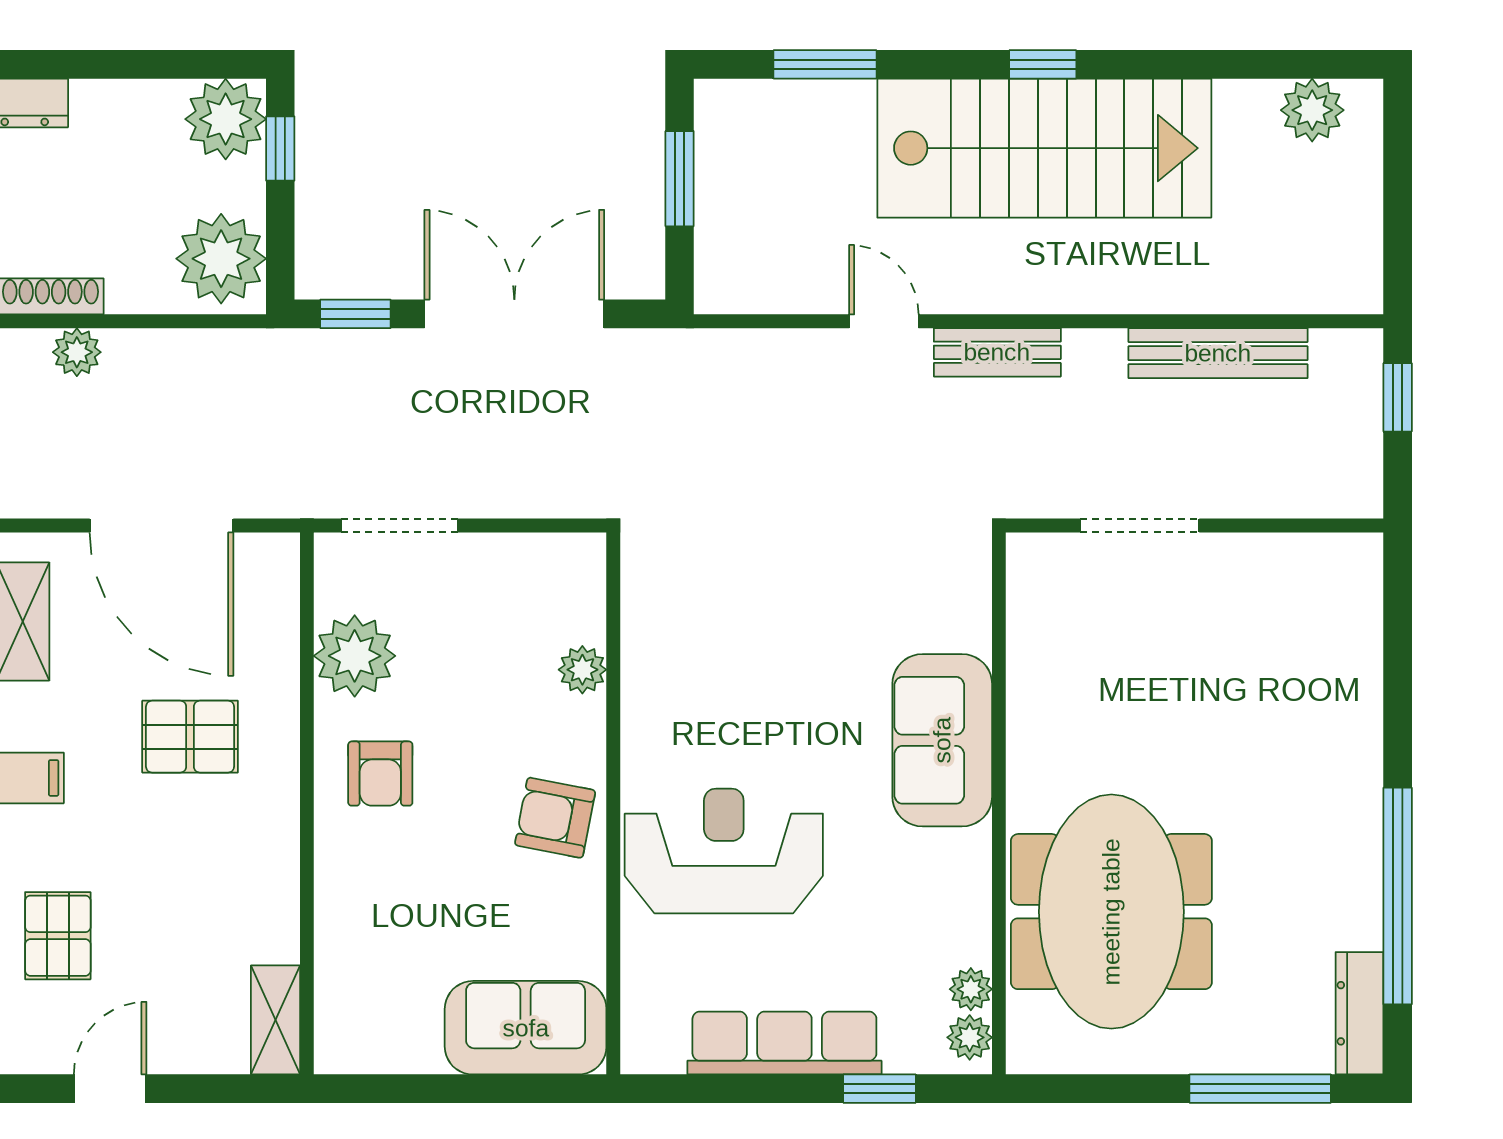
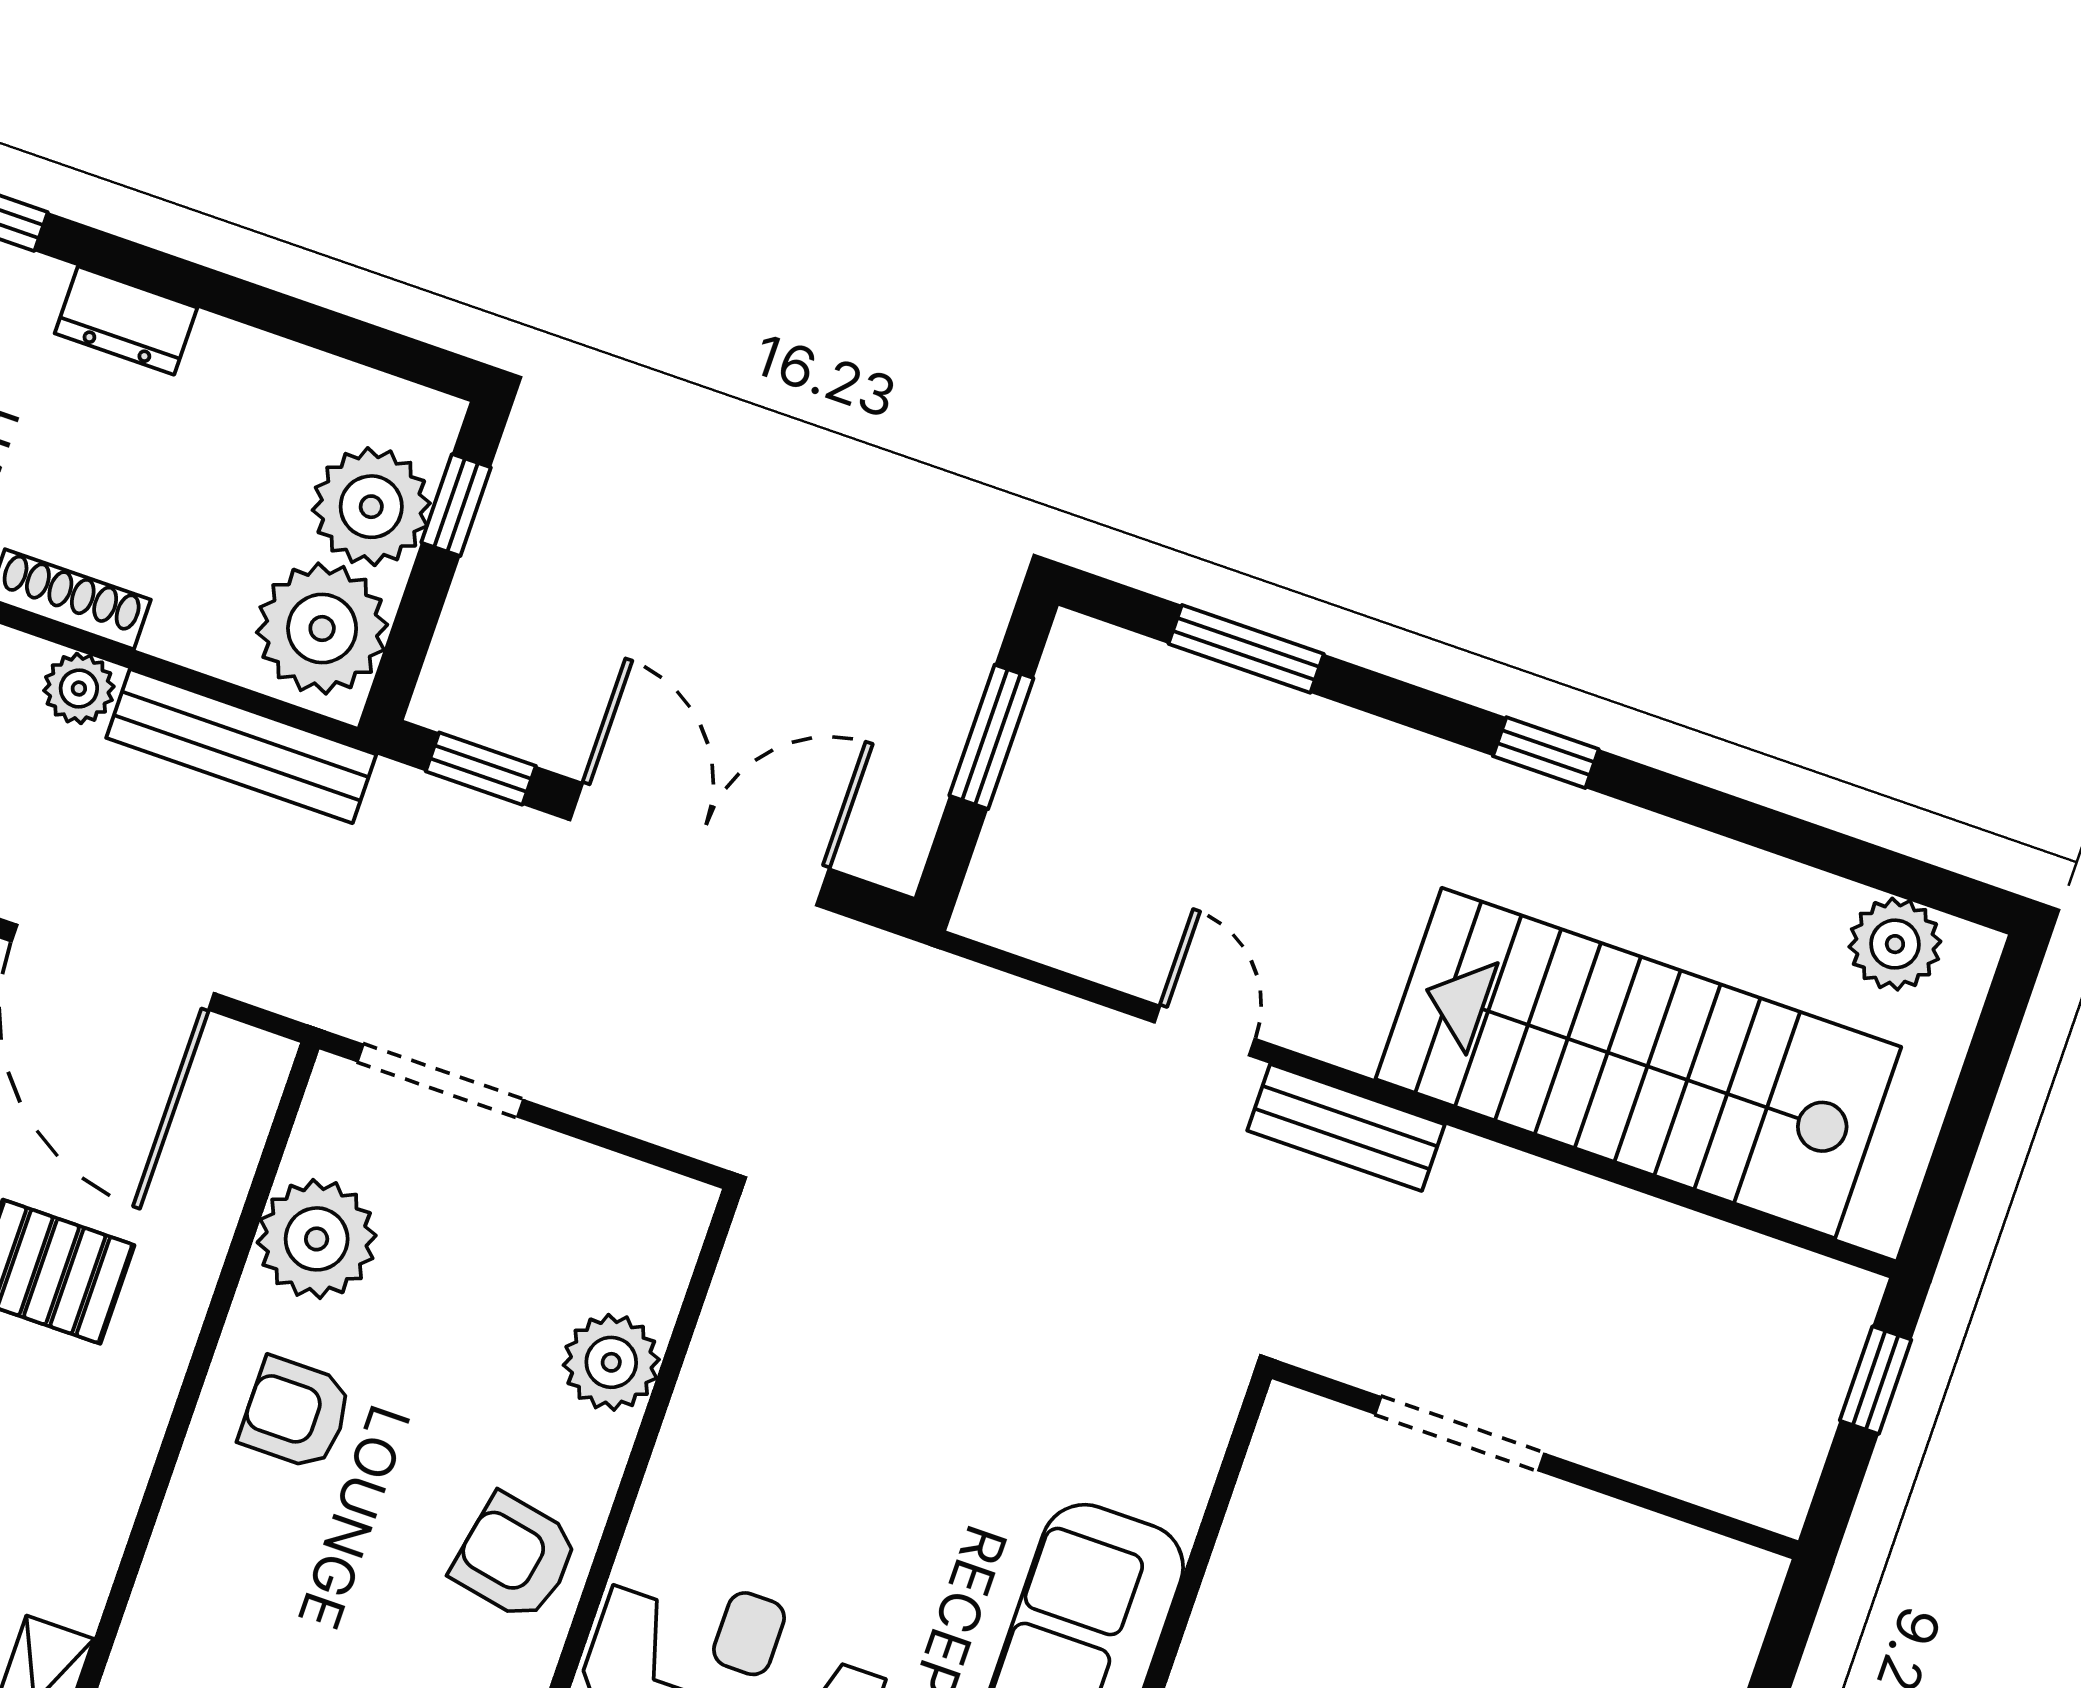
plant: (226, 119) -> (371, 507), moved
stairs: (1044, 148) -> (1638, 1063), moved, turned 180
bench: (1218, 353) -> (241, 746), moved
plant: (582, 670) -> (611, 1362), width x1.38, depth x1.38
armchair: (380, 774) -> (296, 1413), turned 90

